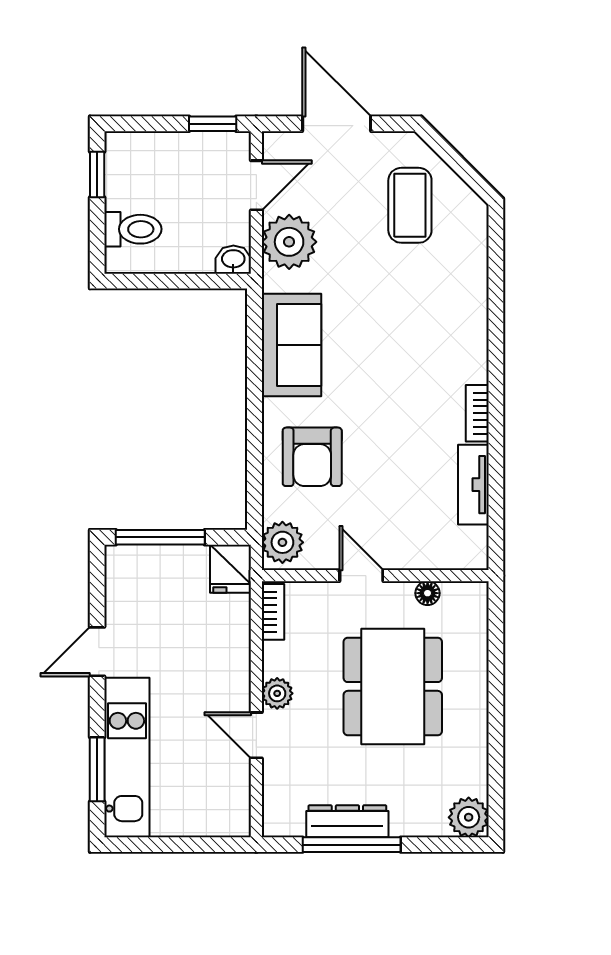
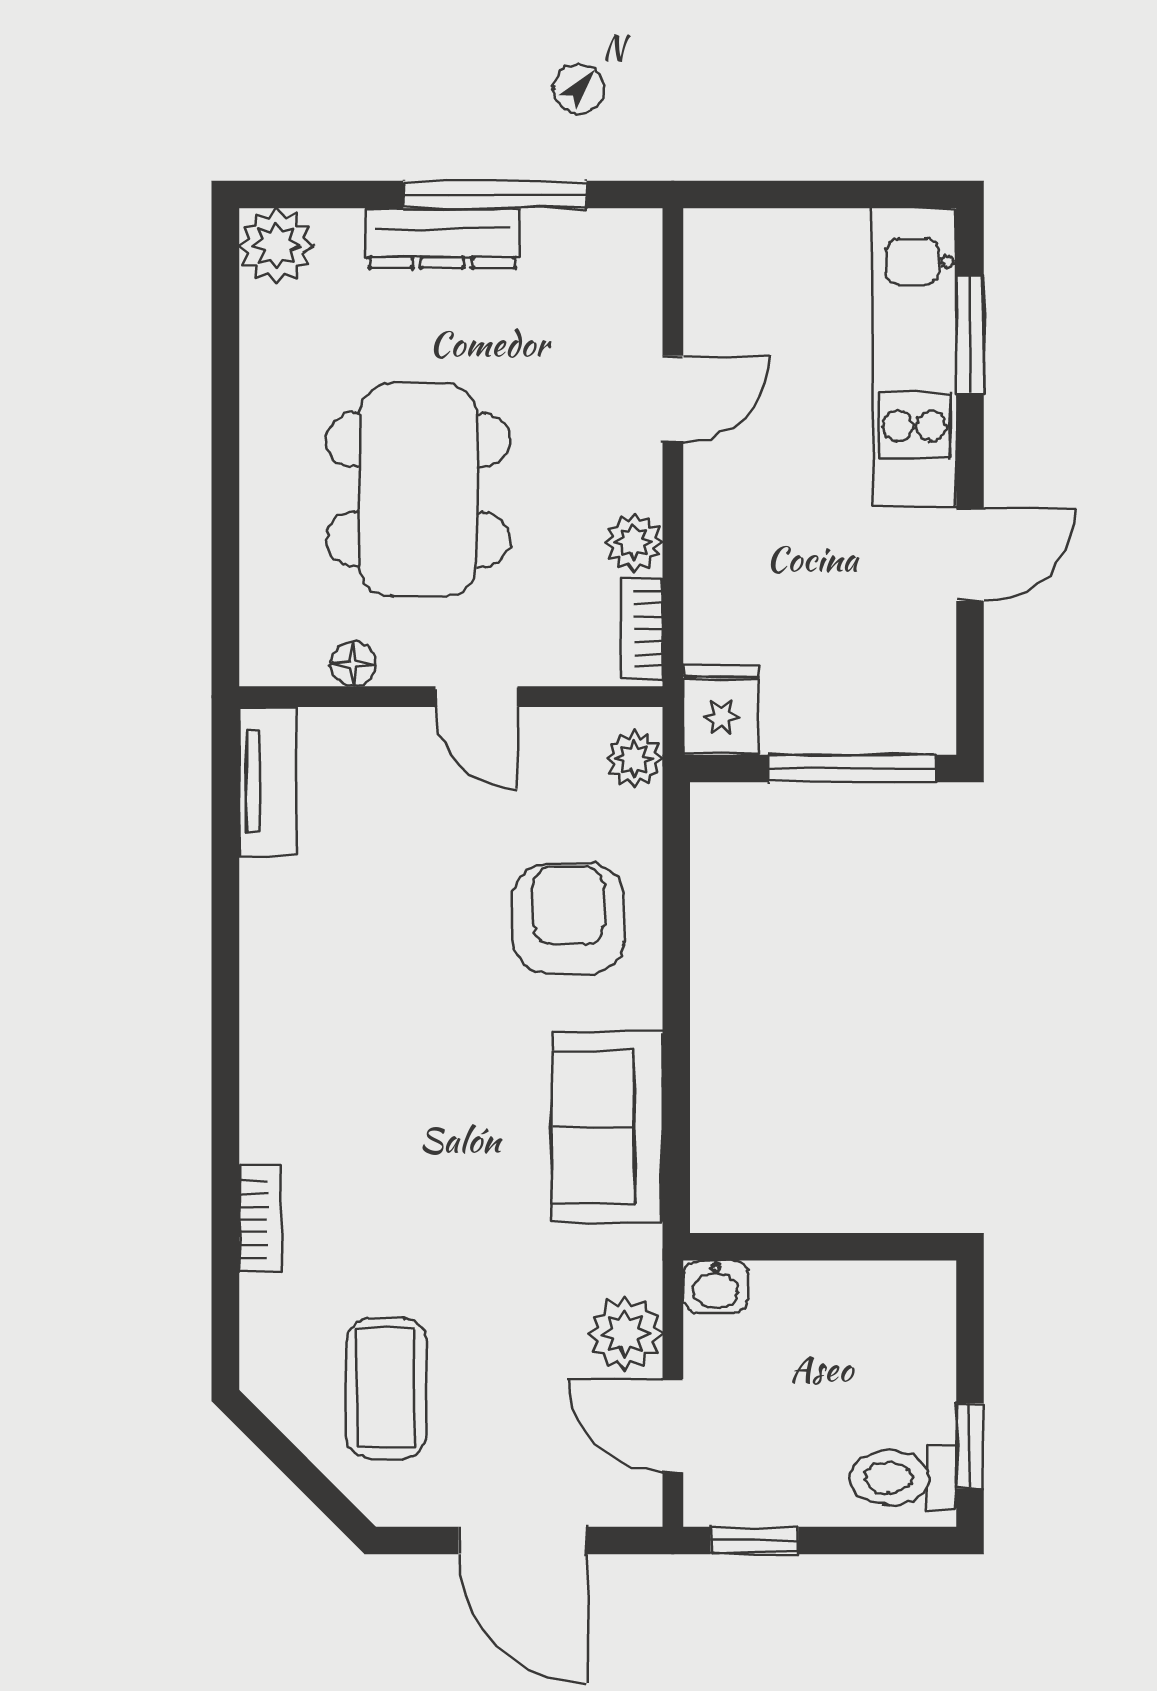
door: (256, 185) -> (673, 1426), hinge flipped
toilet: (133, 229) -> (903, 1478), moved
plant: (289, 242) -> (625, 1334), width x0.73, depth x0.73
bookcase: (477, 413) -> (260, 1219), moved
tv unit: (473, 485) -> (268, 782), moved
plant: (282, 542) -> (635, 759), width x0.73, depth x0.73
plant: (277, 693) -> (634, 542), moved
door: (256, 735) -> (673, 399), hinge flipped
dresser: (347, 821) -> (442, 238), moved

